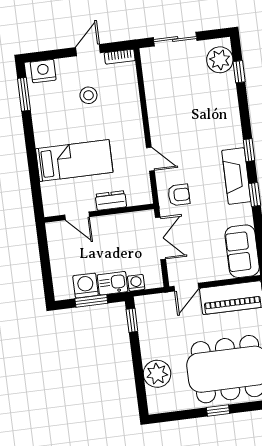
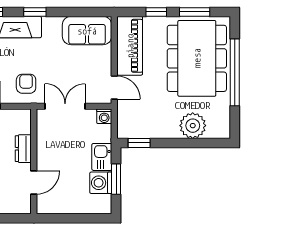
washing machine: (136, 283) -> (104, 116), moved, turned -90
window: (218, 411) -> (235, 72), width x3.17

